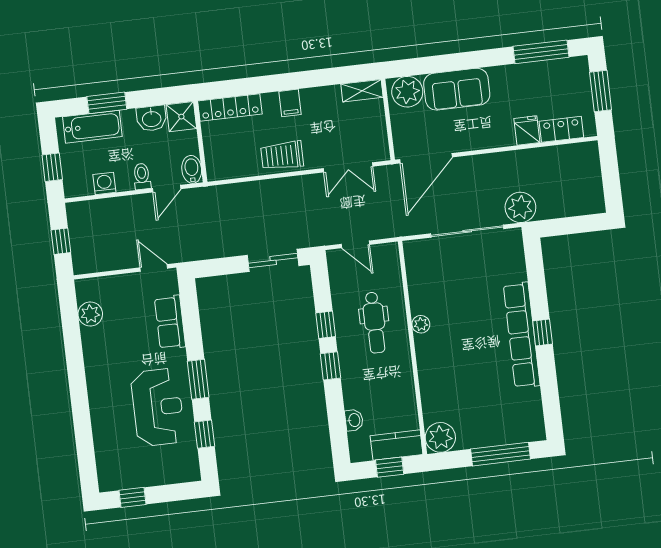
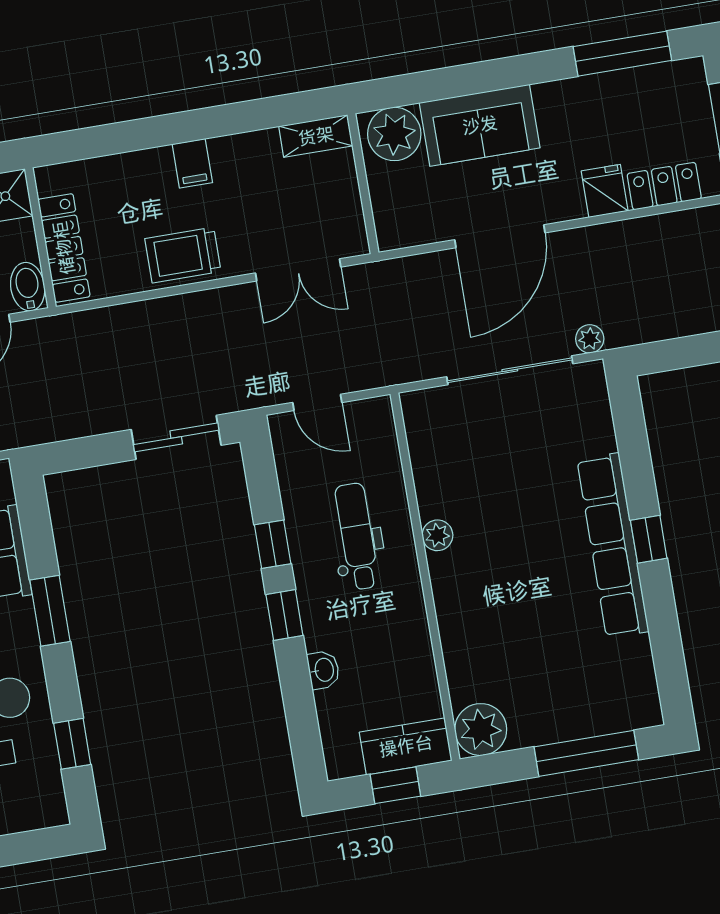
locker: (230, 107) -> (64, 248), moved, turned -90
door: (426, 158) -> (500, 236), moved
plant: (520, 207) -> (590, 339), width x0.53, depth x0.53
dental chair: (375, 323) -> (357, 536), turned 180
window: (198, 379) -> (50, 611), moved
washbasin: (354, 420) -> (323, 670), moved

